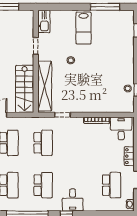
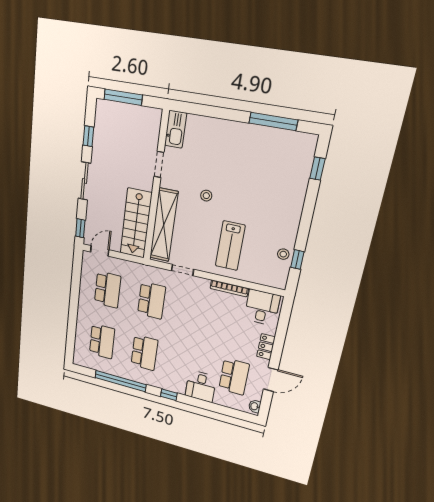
lab bench: (83, 28) -> (230, 246), moved
desk: (73, 200) -> (201, 386), moved

